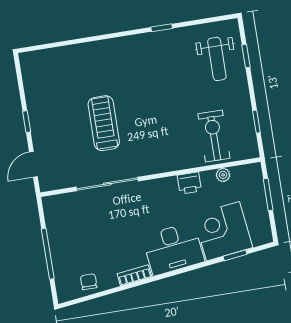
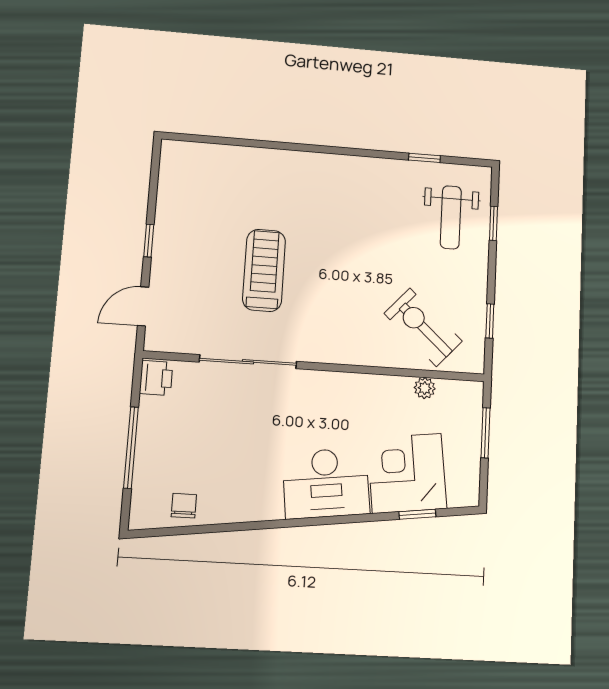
window: (162, 28) -> (424, 158), moved
exercise bike: (214, 136) -> (423, 327), turned -48
printer: (189, 183) -> (156, 378), moved, turned -90
bookcase: (134, 275) -> (257, 511), removed

